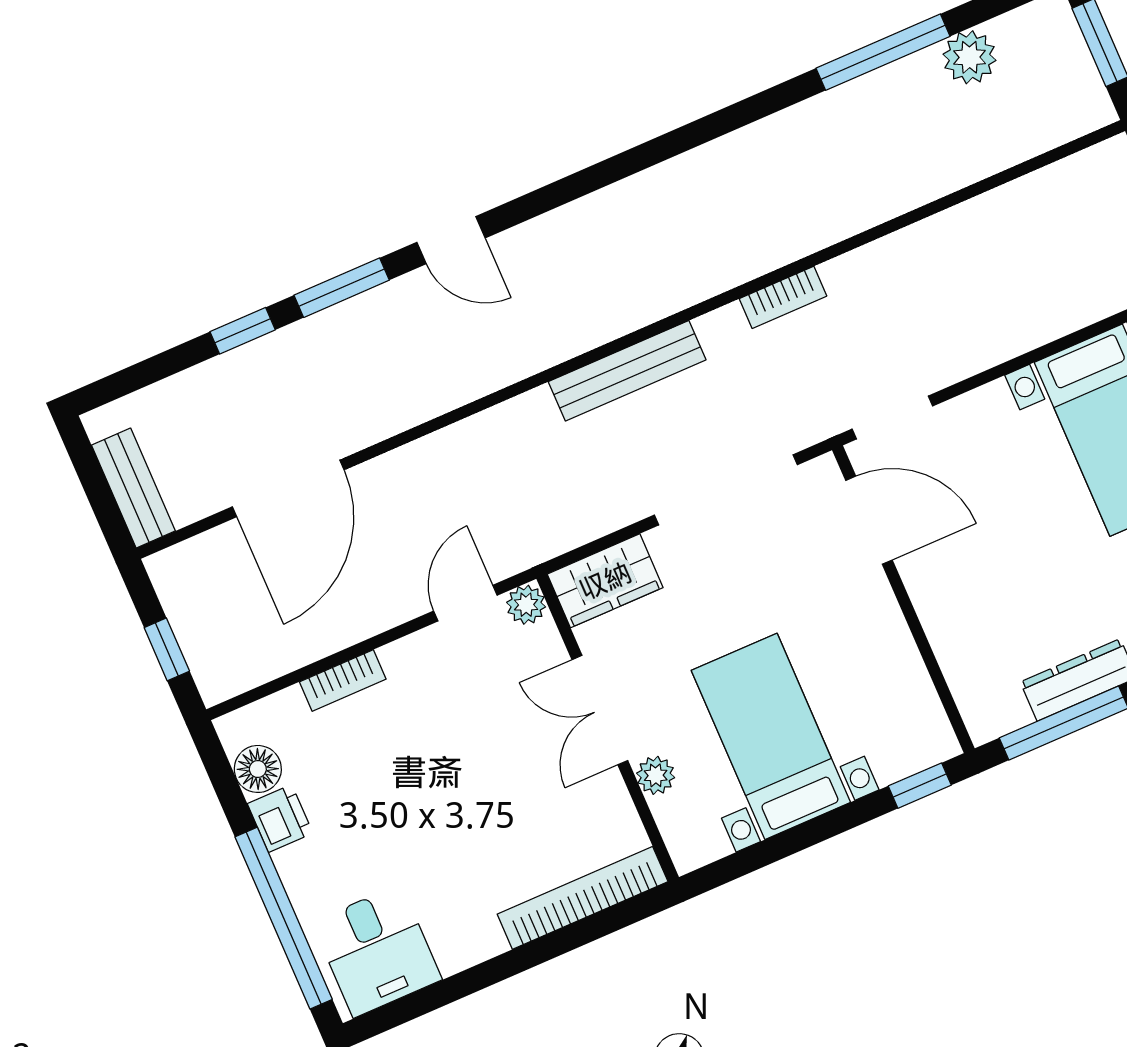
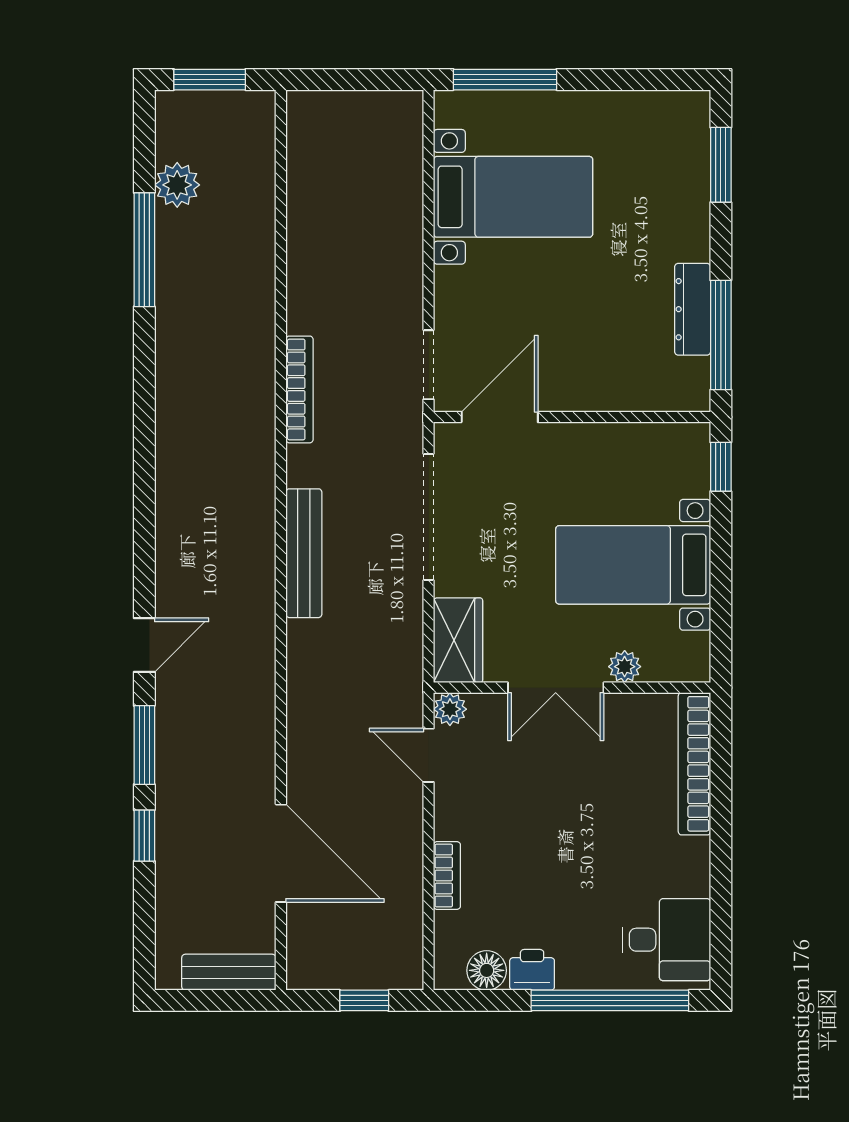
bookcase: (783, 297) -> (299, 389), width x1.56

